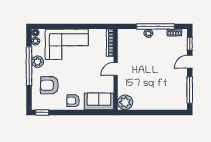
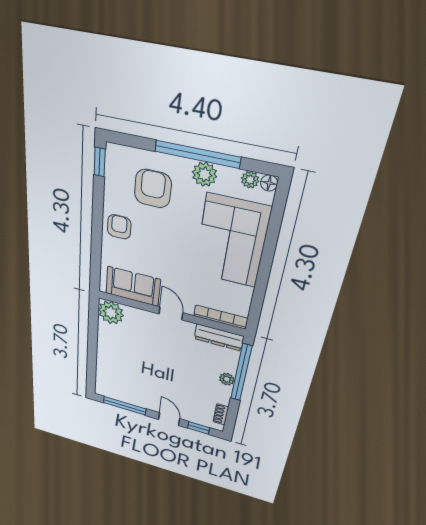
window: (155, 26) -> (241, 373), moved
dresser: (123, 42) -> (219, 337), added
sofa: (99, 101) -> (133, 286), moved, turned -90

